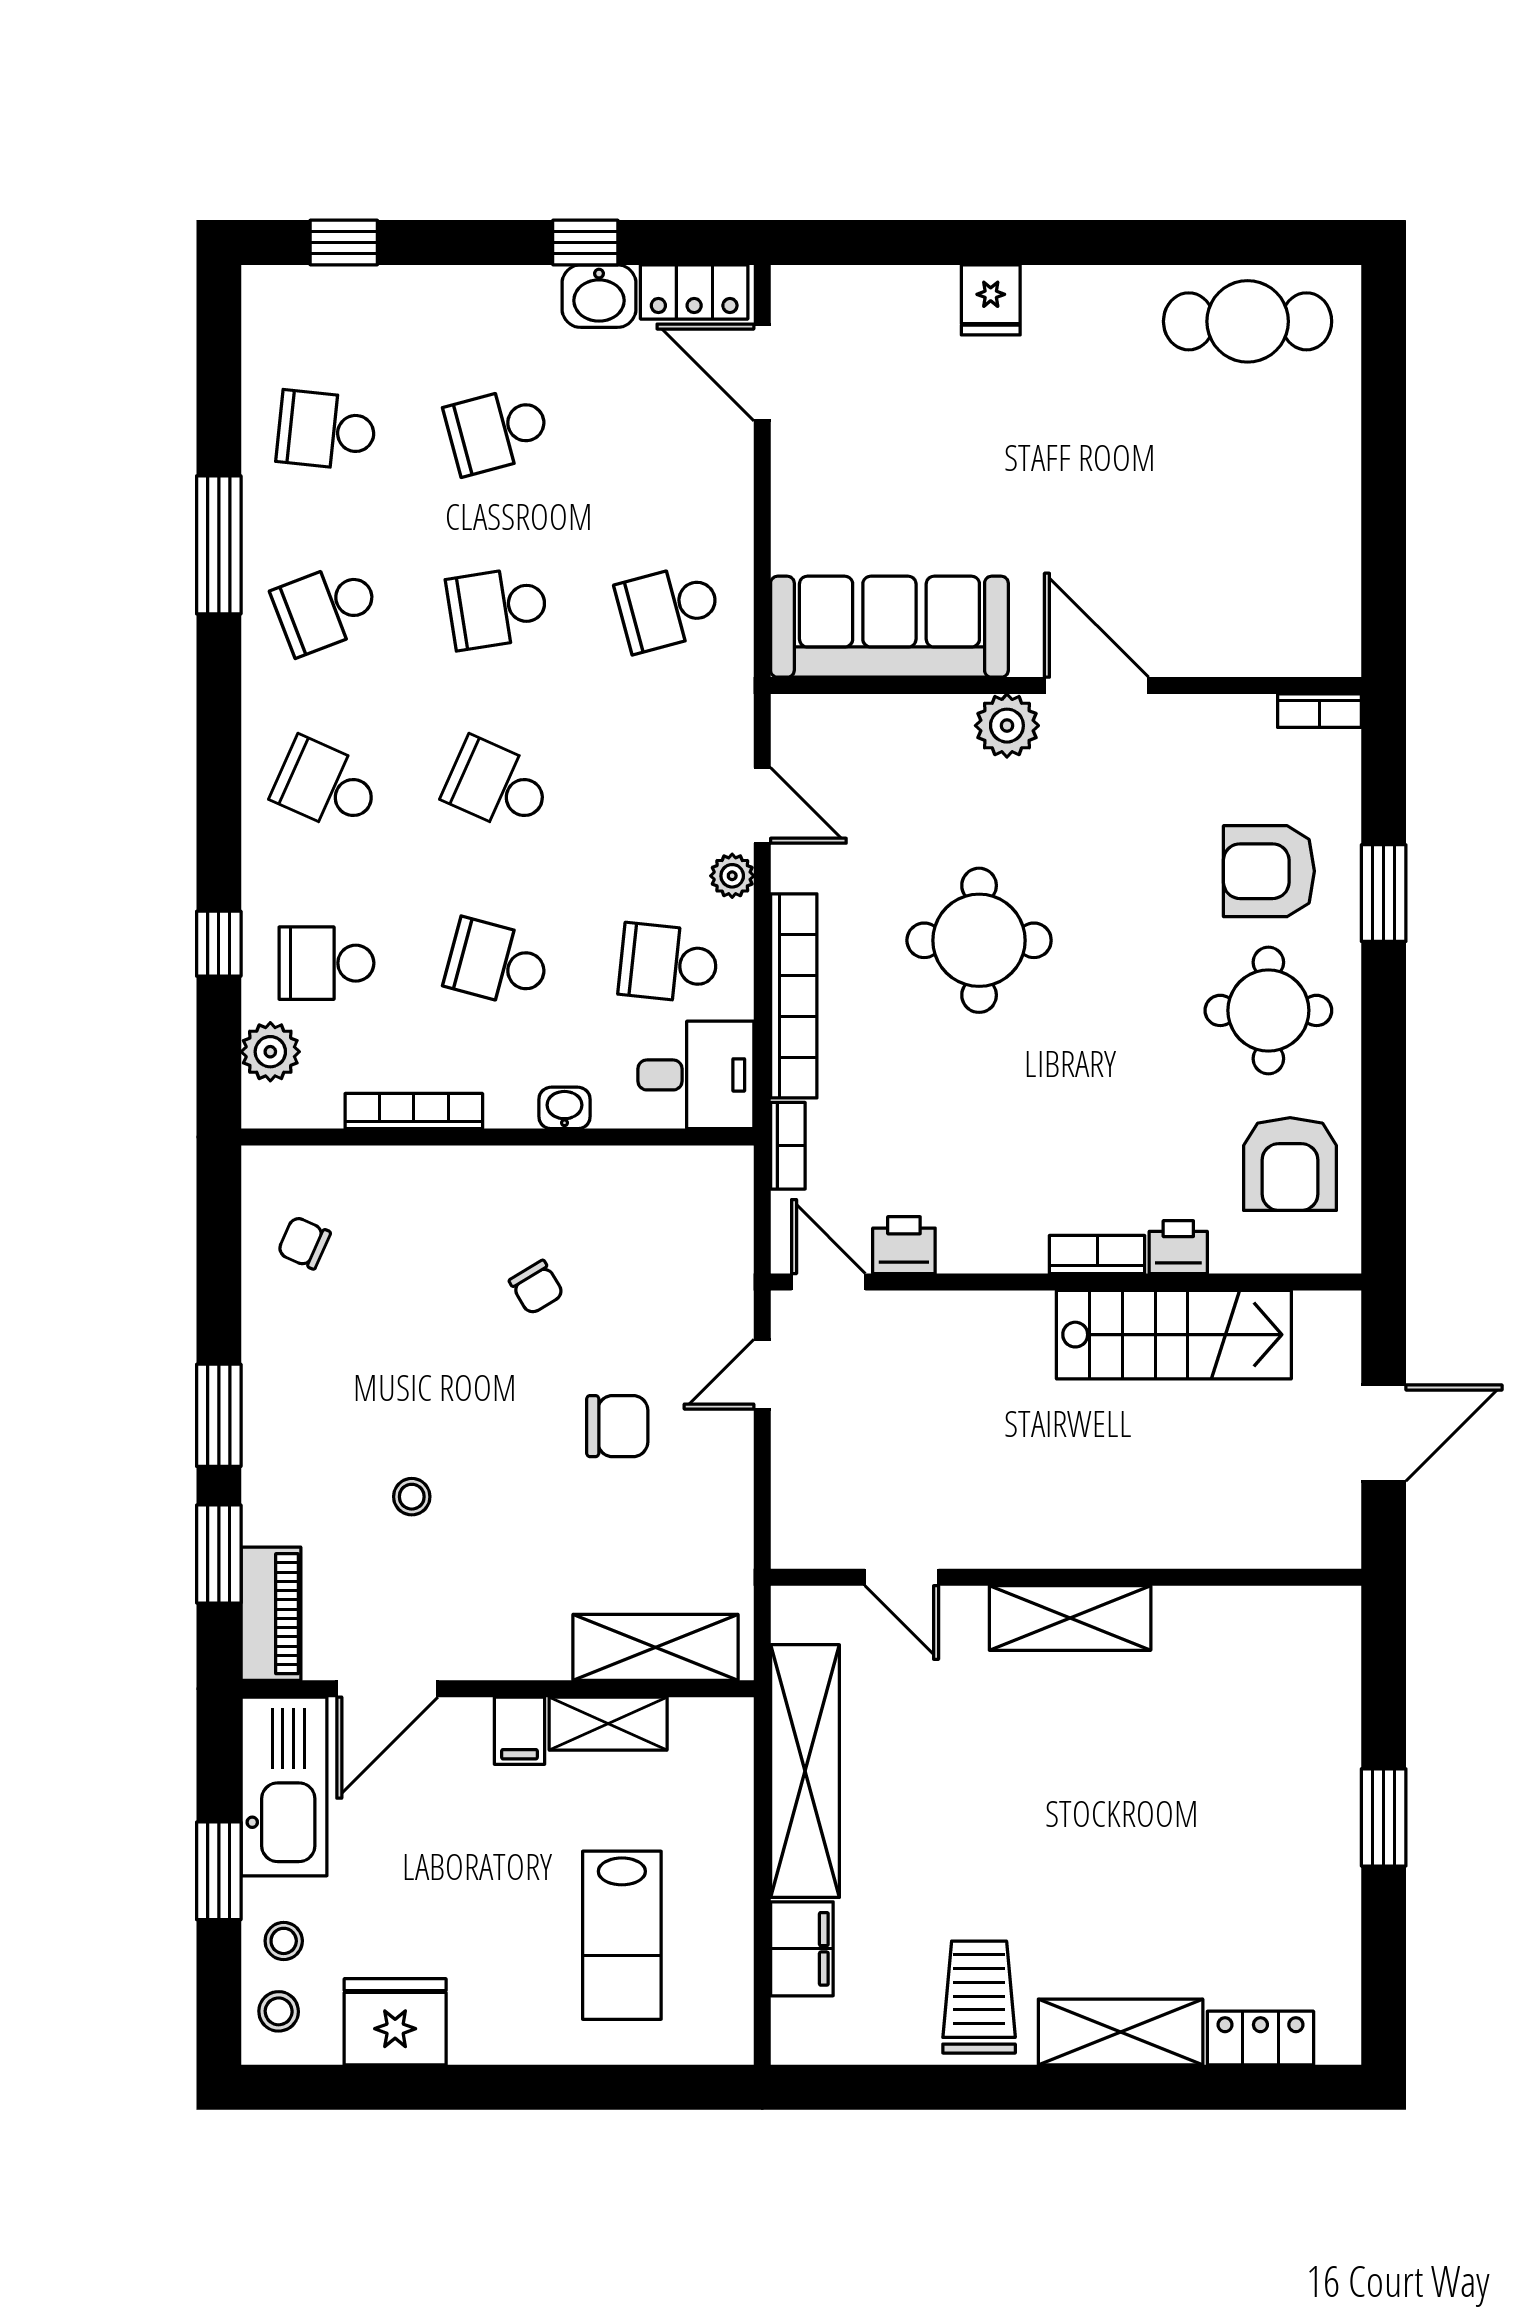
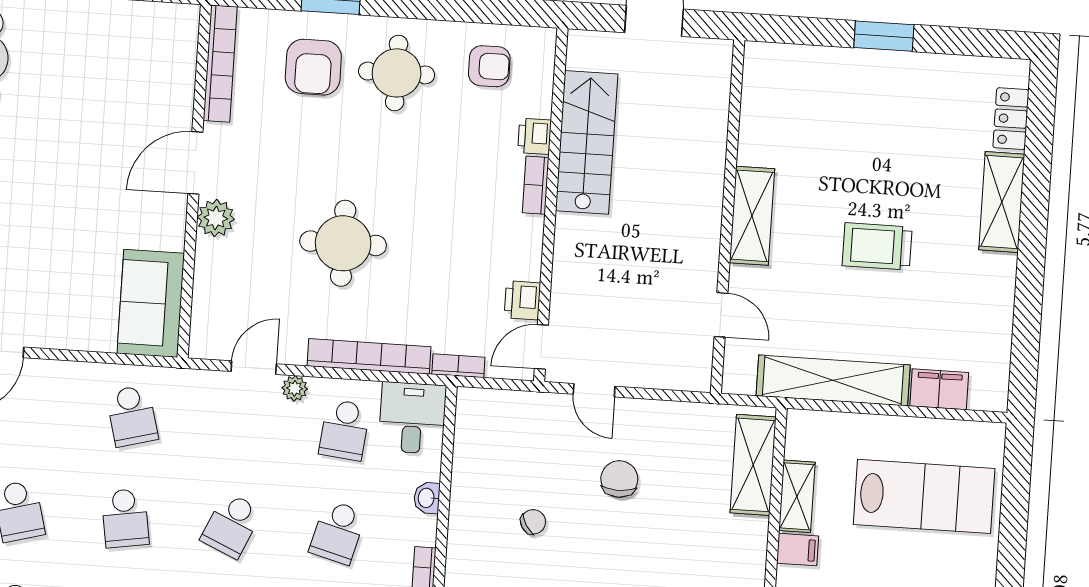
sofa: (889, 627) -> (151, 303), width x0.73
bookcase: (1319, 711) -> (220, 64), width x2.31, depth x1.31
armchair: (1290, 1164) -> (489, 66), width x0.72, depth x0.72
door: (902, 1577) -> (721, 315), hinge flipped
lab bench: (622, 1935) -> (924, 496), width x1.36, depth x1.39
trolley: (979, 1997) -> (877, 246), moved

